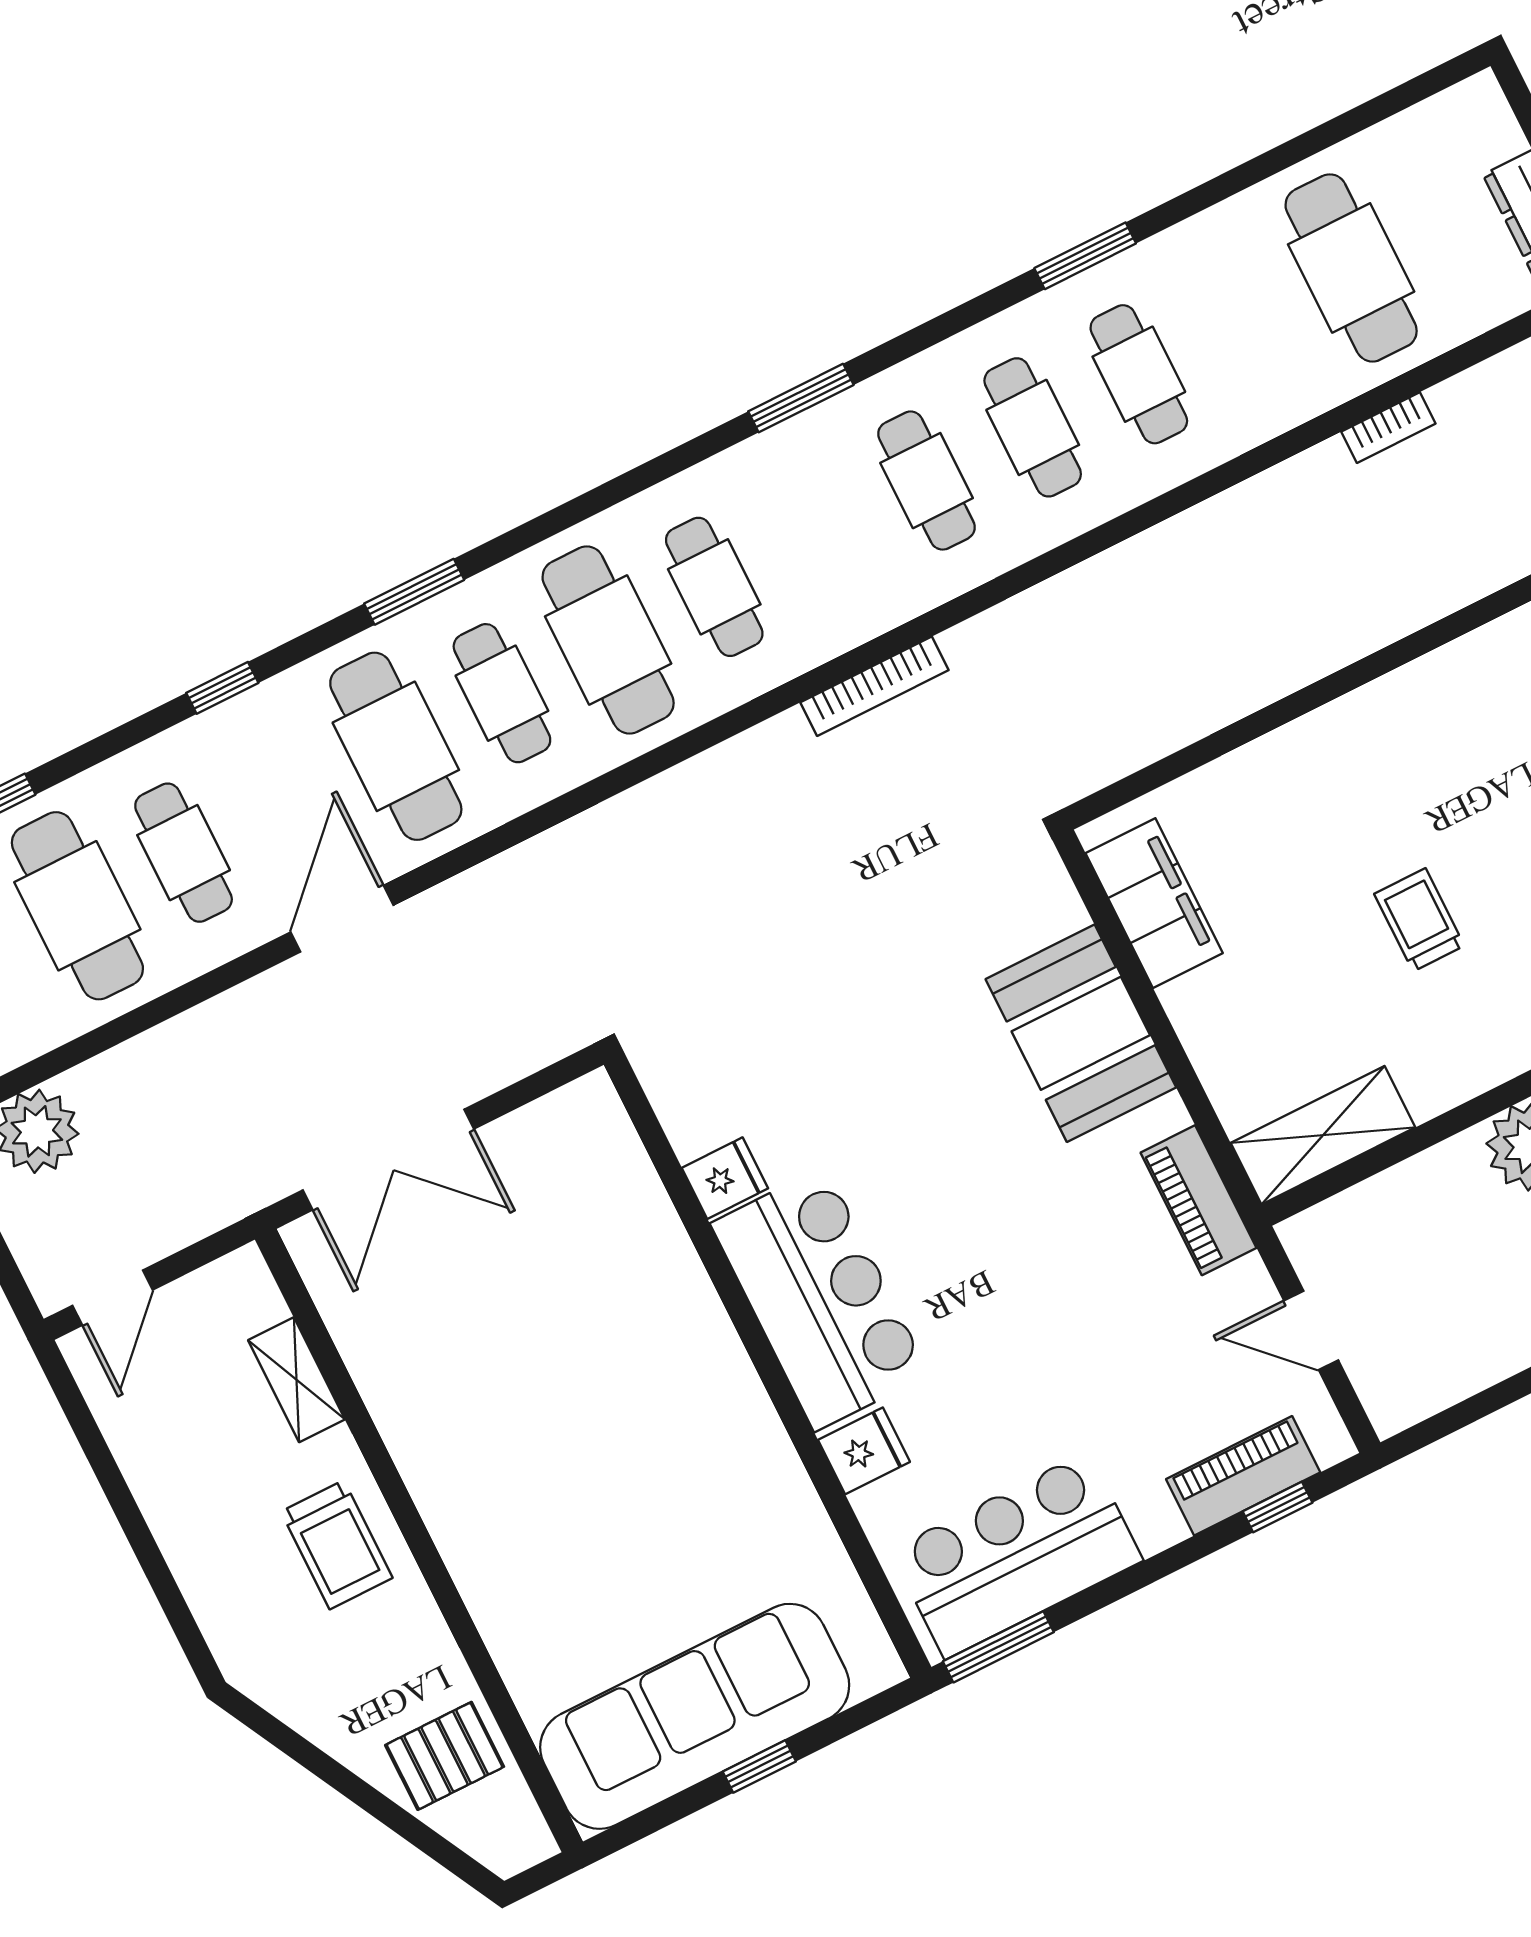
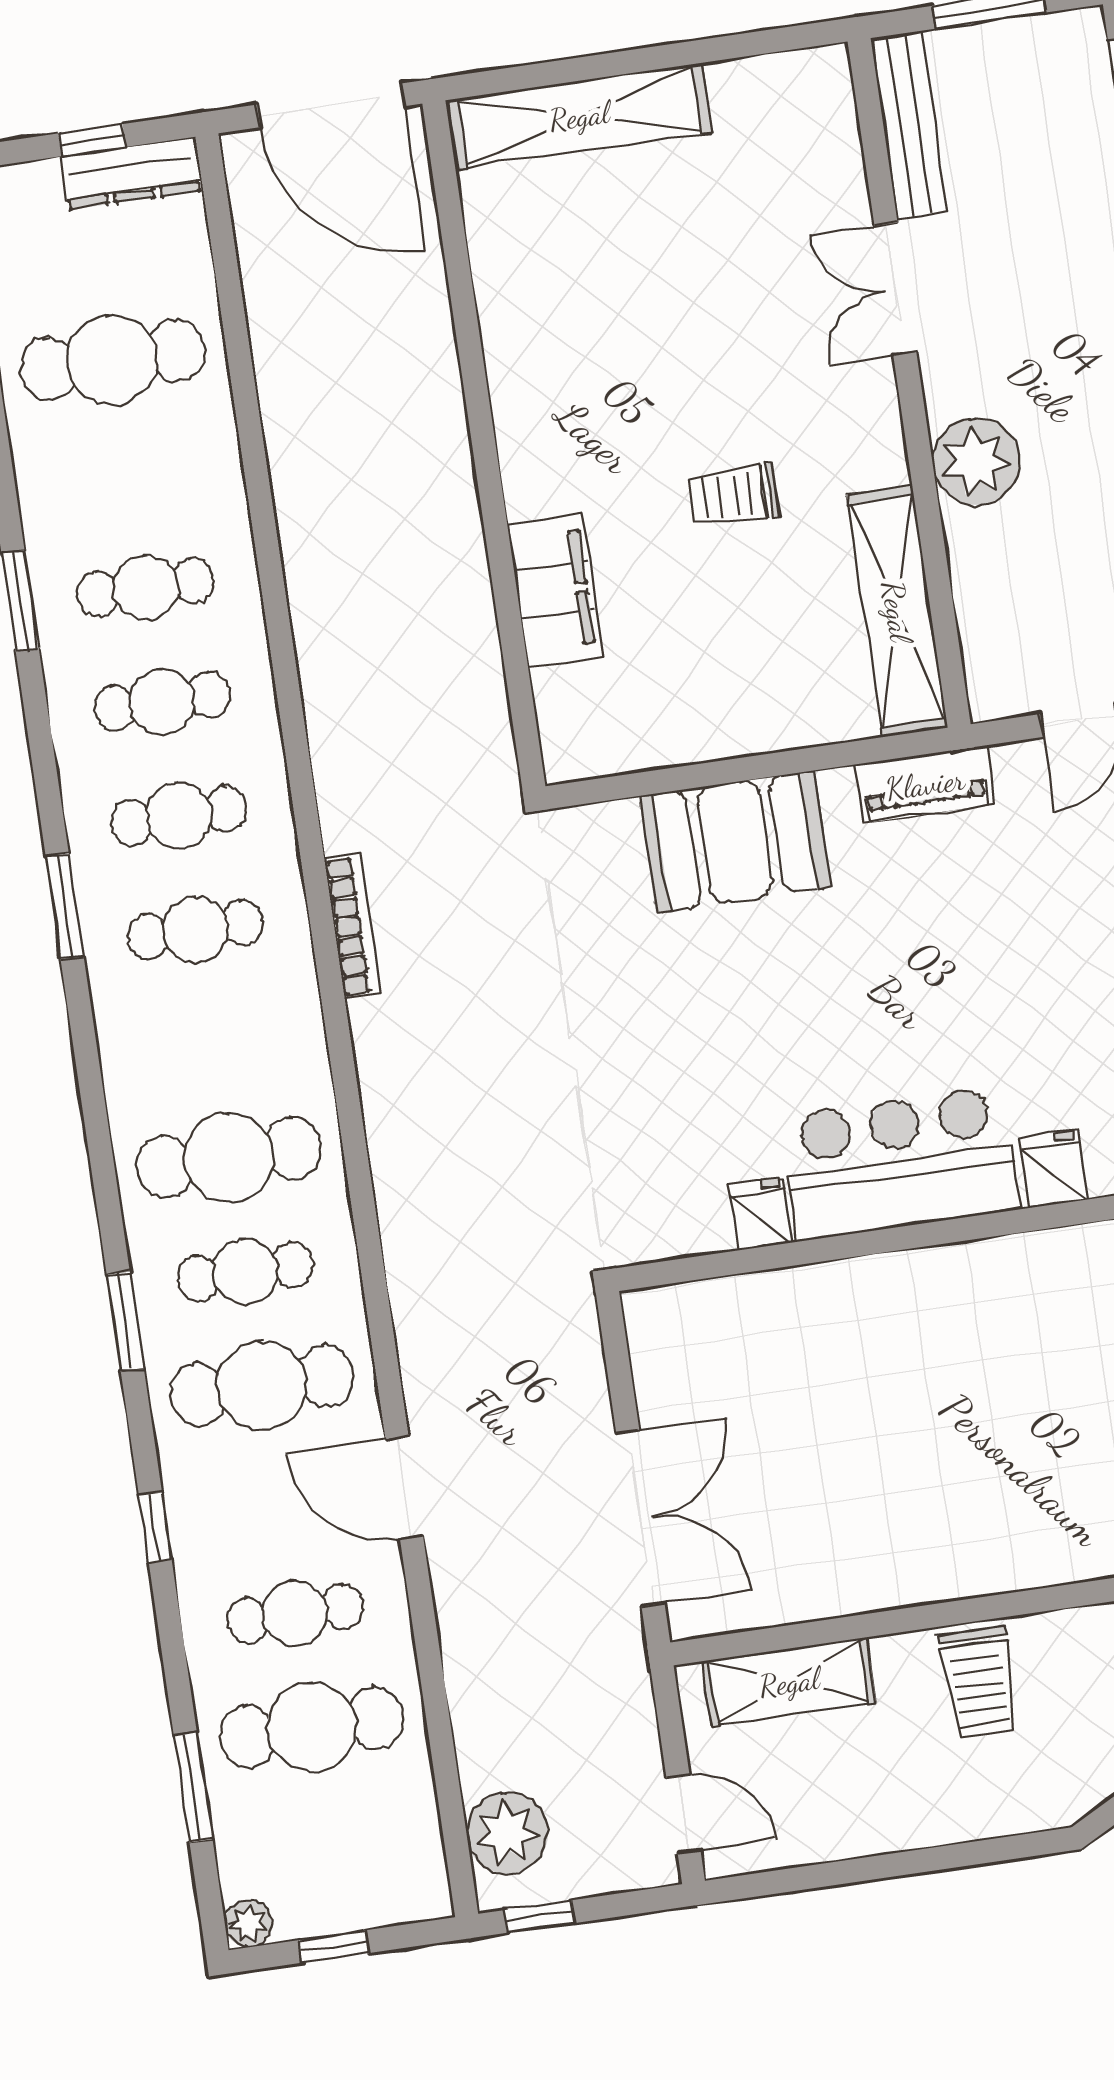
bookcase: (1388, 428) -> (271, 374), removed
cafe table: (714, 587) -> (195, 929), moved
filing cabinet: (1154, 903) -> (555, 591), moved, turned 90
shelving: (1323, 1135) -> (897, 611), width x1.47
shelving: (297, 1380) -> (789, 1682), width x1.50, depth x1.33
trolley: (337, 1545) -> (979, 1683), turned 90

